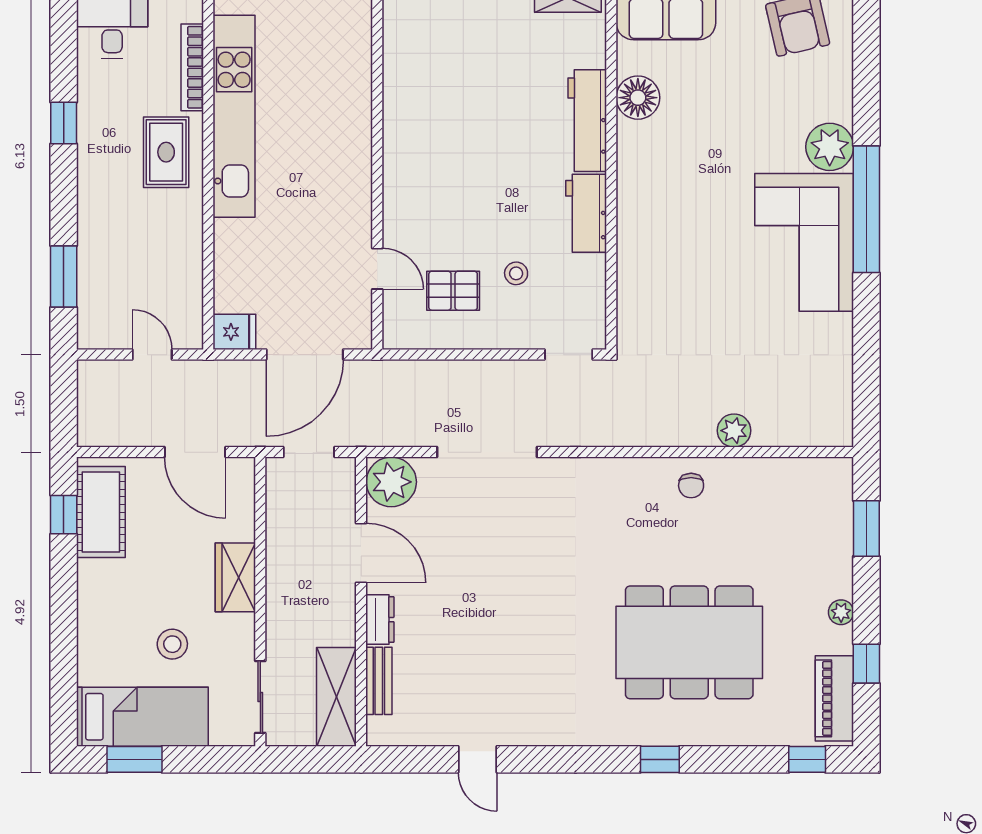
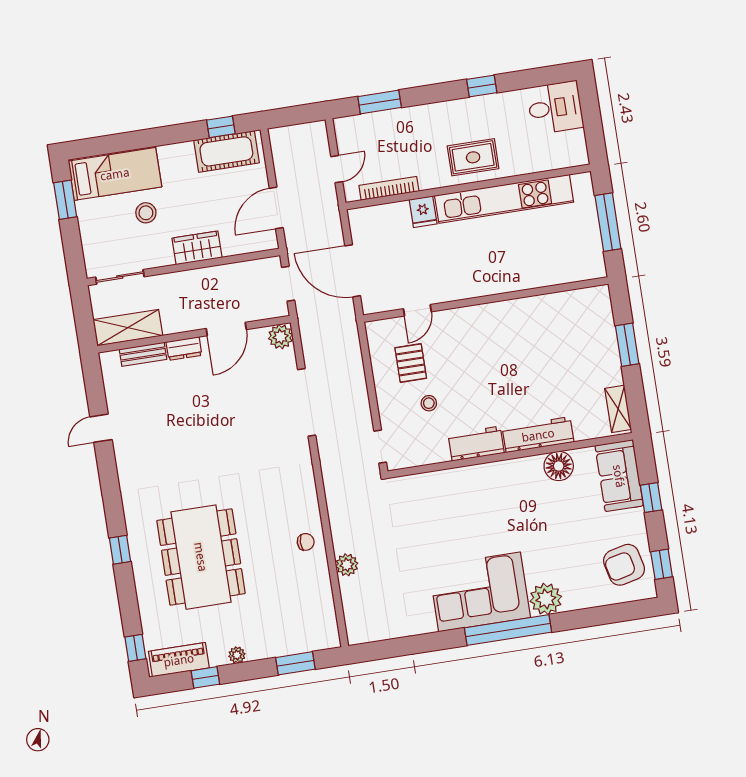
bookcase: (192, 67) -> (389, 188), moved
fridge: (234, 332) -> (423, 212), moved
plant: (391, 482) -> (281, 337), width x0.73, depth x0.73
chair: (691, 486) -> (306, 542), turned 180
bed: (142, 717) -> (115, 174), moved, turned -90

